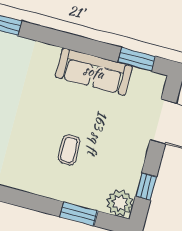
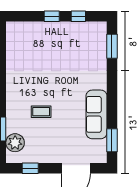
plant: (120, 203) -> (15, 143), moved

